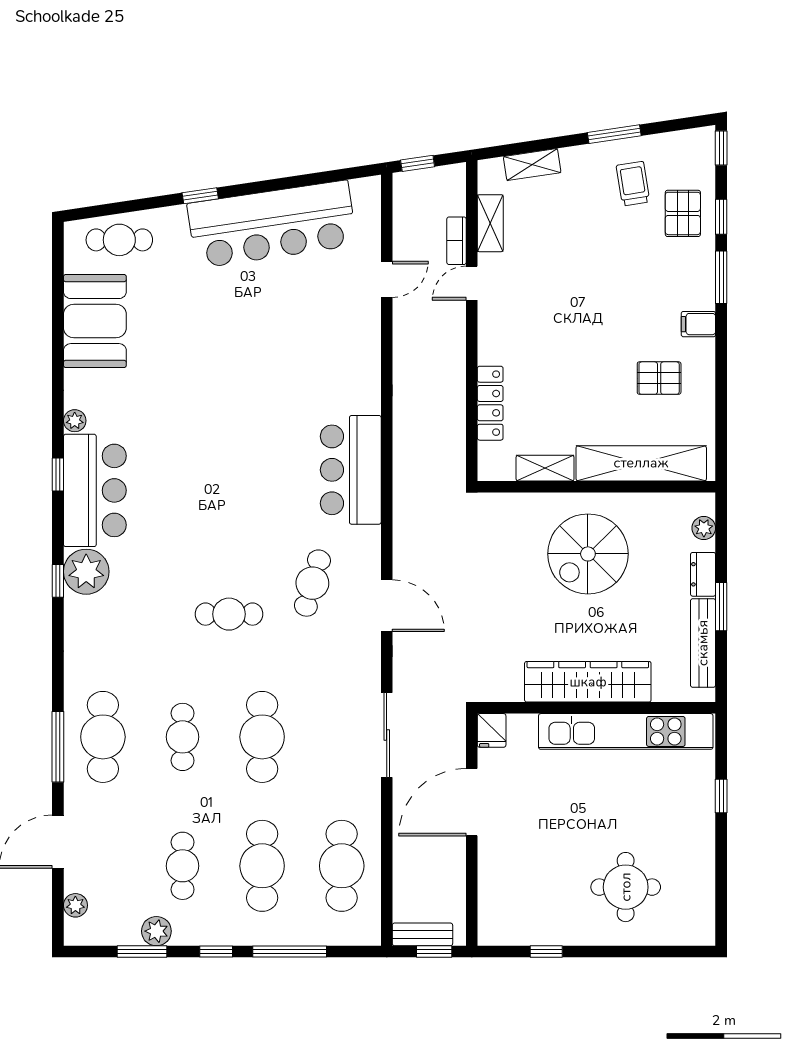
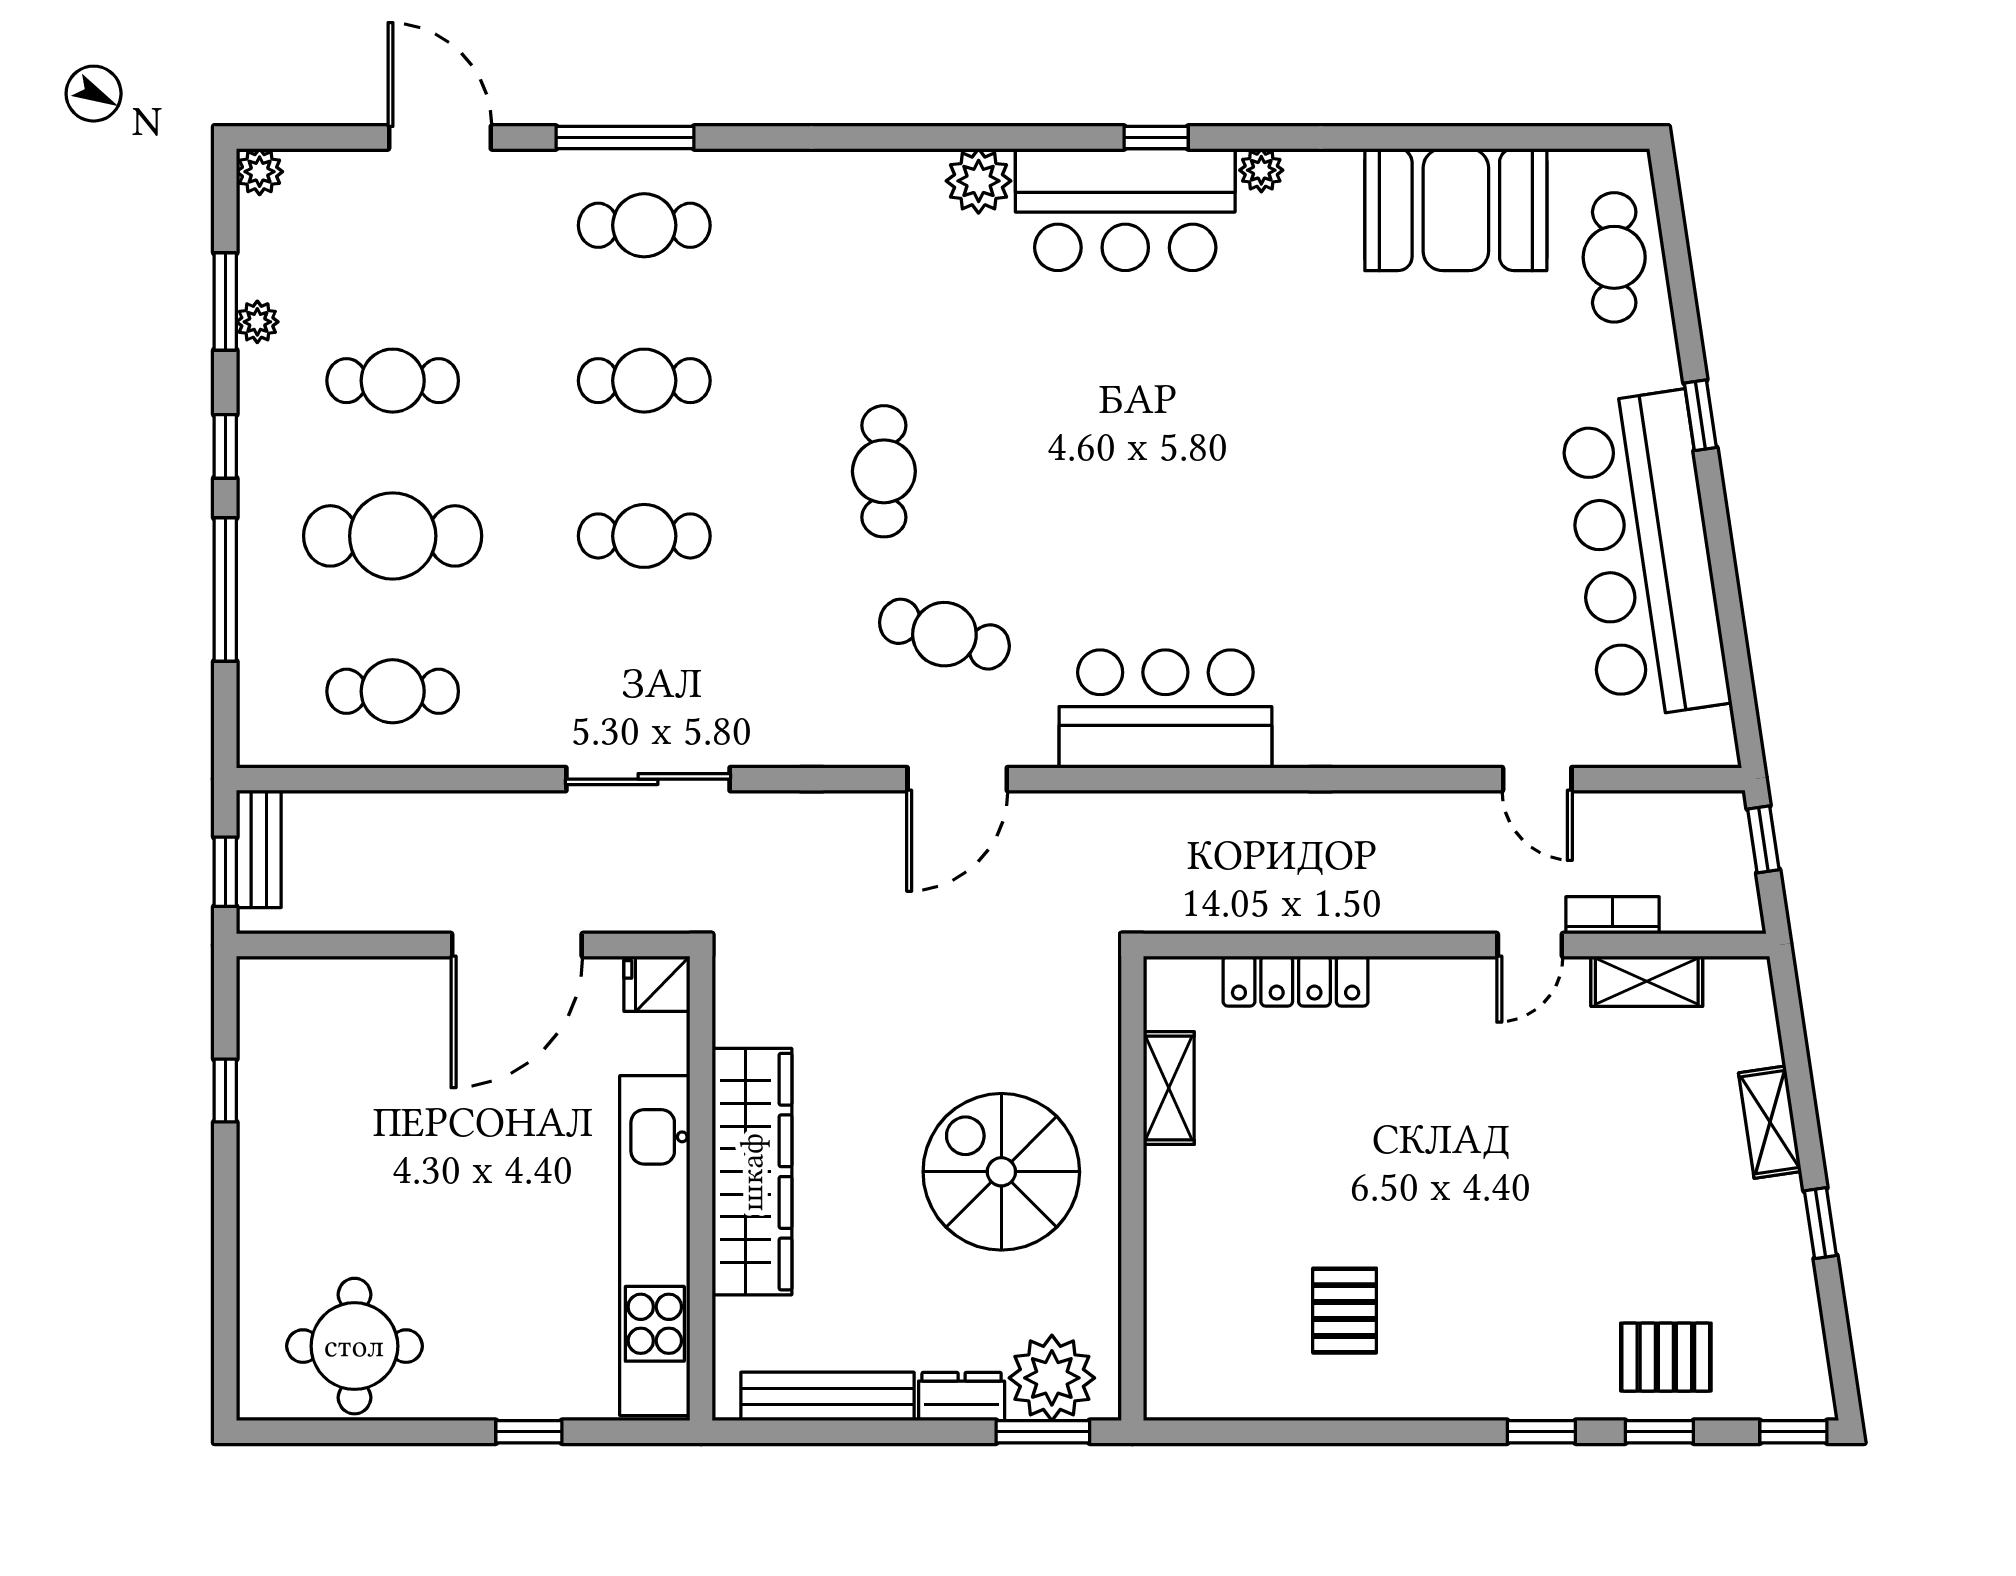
window: (614, 134) -> (1820, 1223), width x0.67
shelving: (532, 165) -> (1770, 1122), moved
trolley: (633, 184) -> (1724, 1260), removed
window: (721, 277) -> (1541, 1432), width x0.67
door: (472, 283) -> (1530, 945), swing flipped
filing cabinet: (698, 324) -> (1450, 1387), removed
shelving: (641, 463) -> (1178, 1276), removed
plant: (704, 528) -> (1052, 1378), width x1.87, depth x1.87
plant: (86, 572) -> (979, 181), width x0.73, depth x0.73
window: (58, 581) -> (949, 137), removed
door: (387, 606) -> (957, 779), moved
window: (721, 607) -> (1043, 1432), moved
cafe table: (103, 737) -> (644, 225), width x0.73, depth x0.74
cafe table: (262, 737) -> (644, 536), width x0.73, depth x0.74
door: (472, 802) -> (517, 945), swing flipped
cafe table: (342, 866) -> (393, 691), width x0.73, depth x0.74
round table: (626, 887) -> (354, 1346), moved
plant: (75, 905) -> (260, 172), moved
plant: (156, 931) -> (257, 322), width x0.73, depth x0.73

